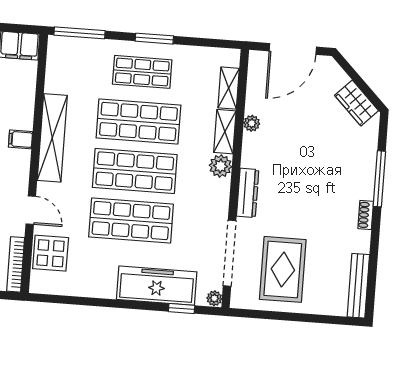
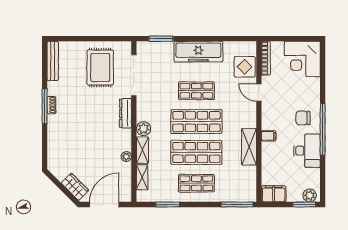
window: (154, 39) -> (168, 204), moved
wardrobe: (357, 103) -> (75, 187), moved
shelving: (52, 138) -> (249, 147), width x0.68
window: (379, 179) -> (45, 106), moved
shop shelf: (131, 221) -> (196, 91), width x0.70, depth x0.74
freezer: (157, 286) -> (198, 52), moved
plant: (214, 298) -> (141, 46), removed
window: (182, 308) -> (161, 39), width x1.50

